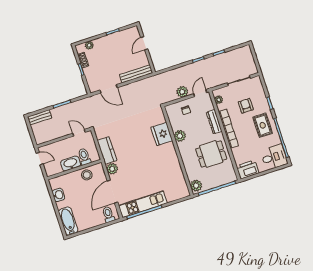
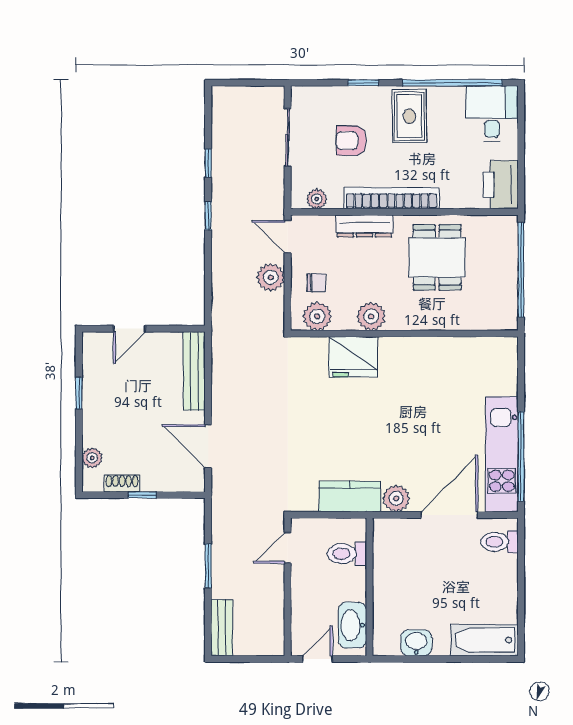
door: (144, 43) -> (129, 329), hinge flipped
door: (109, 89) -> (208, 446), swing flipped
rug: (263, 125) -> (409, 116), turned 90
washbasin: (71, 163) -> (352, 625), moved
stool: (87, 175) -> (391, 562), removed
plant: (196, 186) -> (317, 316), moved
door: (112, 192) -> (449, 515), swing flipped

